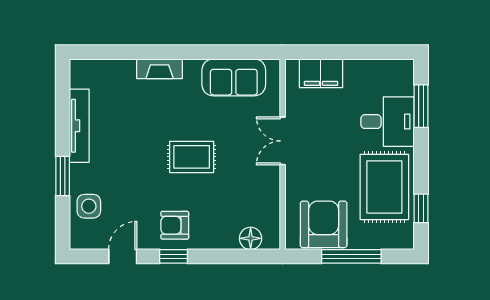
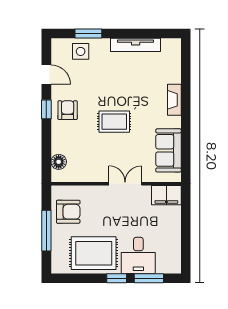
filing cabinet: (321, 73) -> (166, 195), moved, turned -90
rug: (192, 157) -> (114, 122), turned 90
window: (63, 176) -> (88, 34), moved
window: (421, 208) -> (117, 278), moved
armchair: (324, 224) -> (68, 212), width x0.73, depth x0.73

